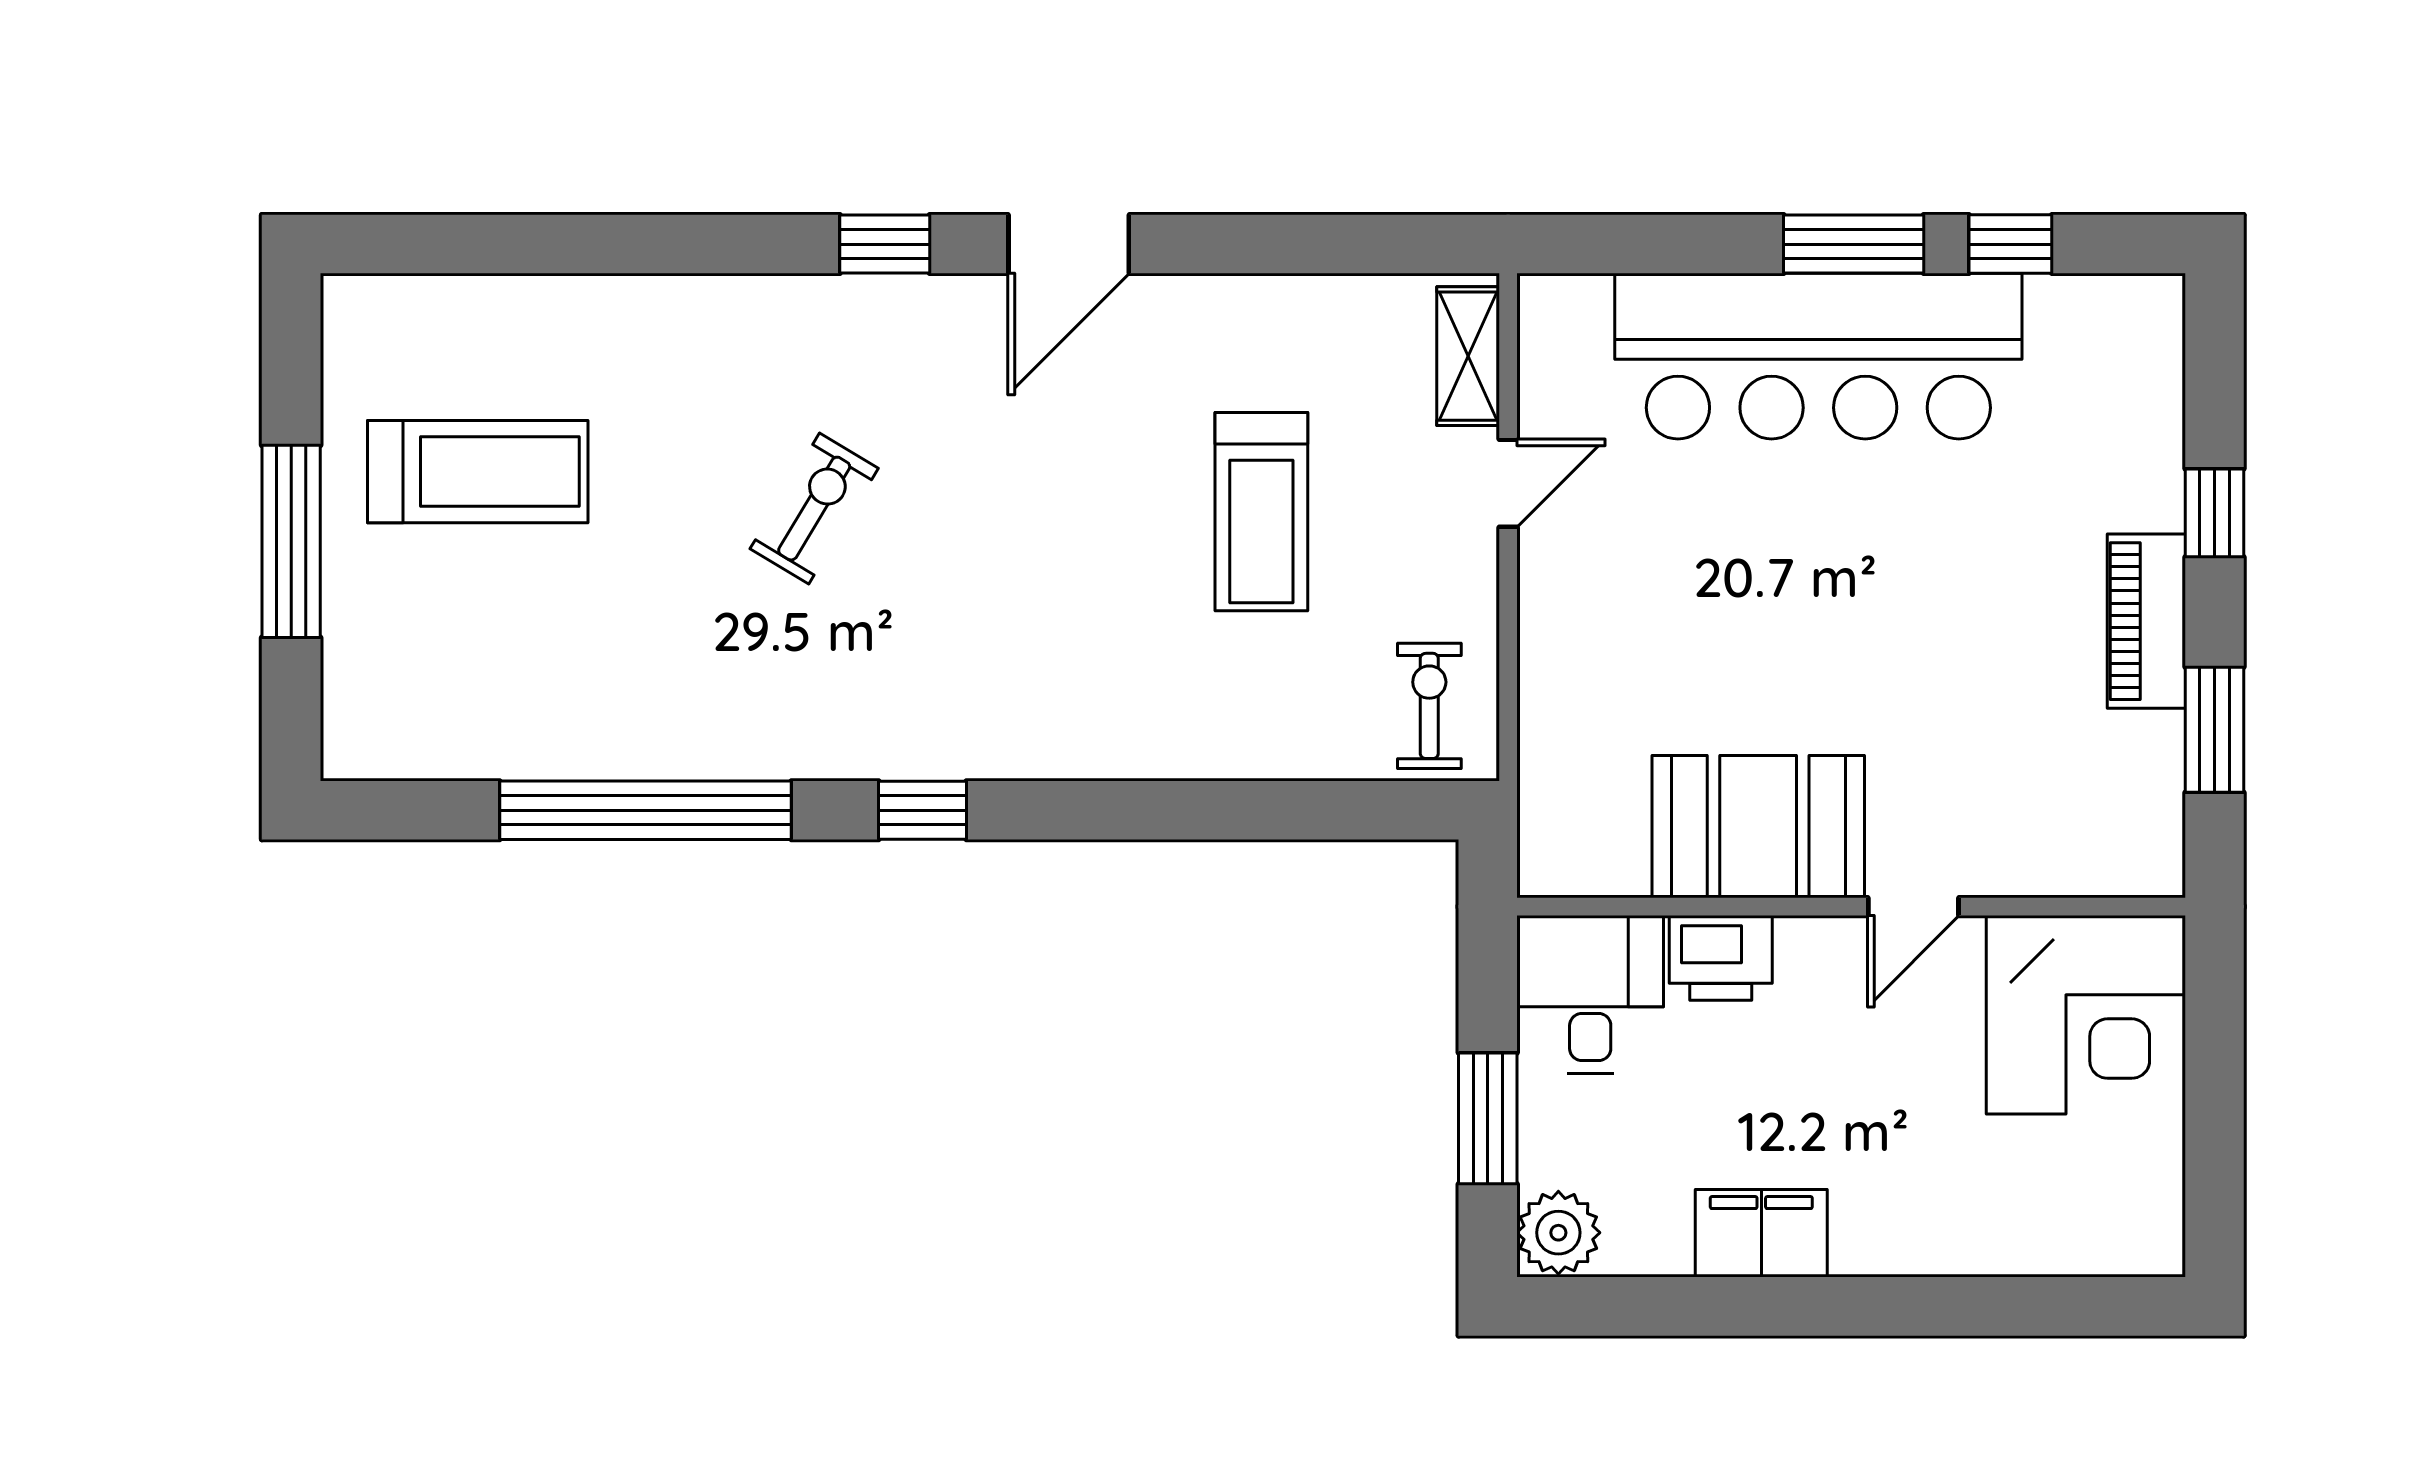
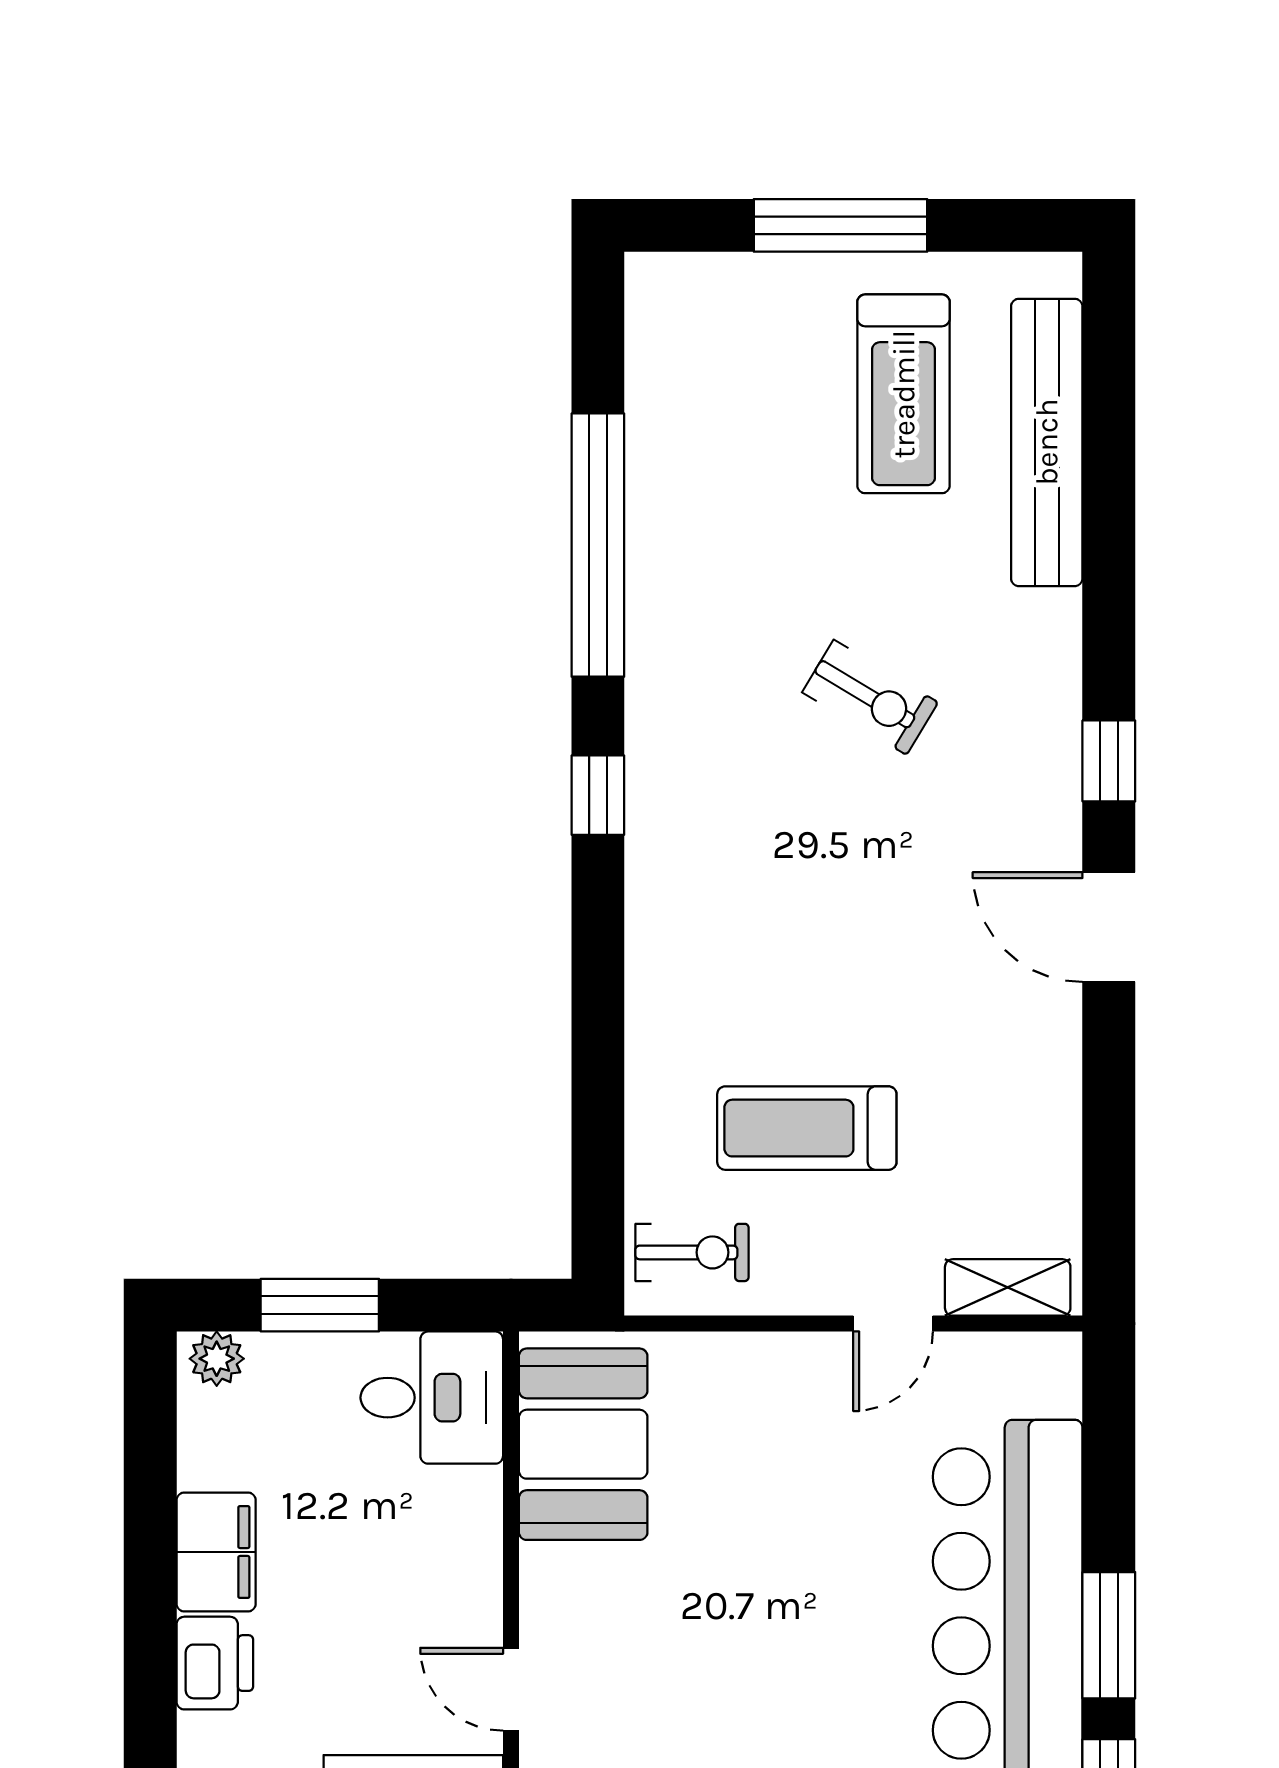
bench: (532, 313) -> (1047, 442), added
door: (1508, 483) -> (893, 1324), hinge flipped
treadmill: (1261, 512) -> (807, 1128), moved
booth: (1758, 827) -> (583, 1444), moved
printer: (1721, 958) -> (215, 1663), moved, turned 180
plant: (1558, 1233) -> (217, 1359), width x0.73, depth x0.73

